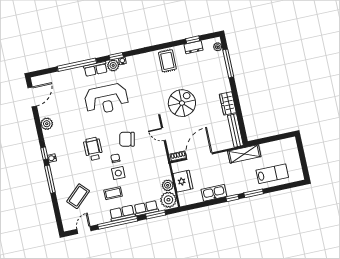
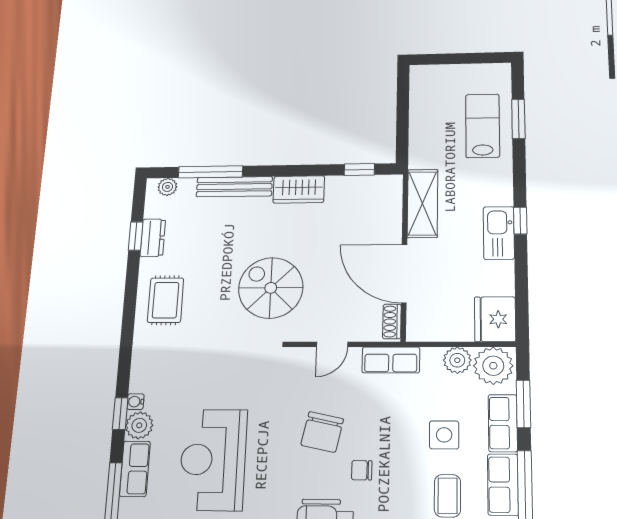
rug: (167, 61) -> (166, 300), turned 90
reception desk: (106, 99) -> (213, 460), turned 180
window: (242, 127) -> (359, 170), added
bench: (235, 130) -> (234, 187), moved
shelving: (244, 154) -> (422, 203), moved
row of seats: (162, 159) -> (391, 360), added
side table: (118, 173) -> (444, 435), moved
fridge: (183, 181) -> (495, 319), moved, turned -90
kitchen sink: (214, 193) -> (499, 233), moved
window: (254, 193) -> (518, 119), moved

